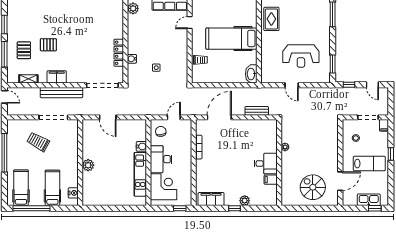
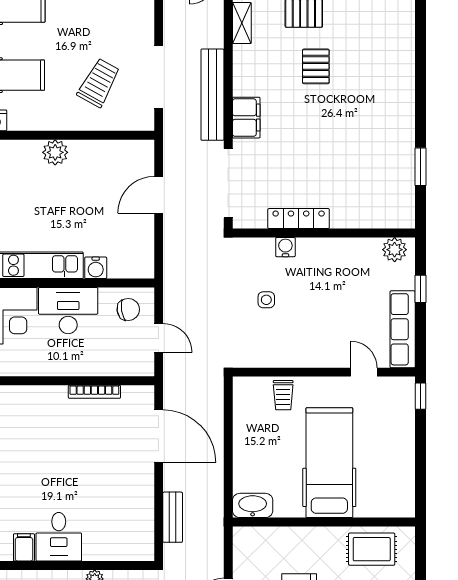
filing cabinet: (57, 77) -> (246, 118), moved
trolley: (38, 142) -> (99, 83), moved

